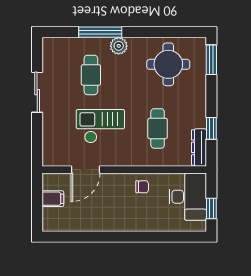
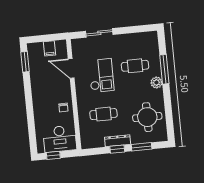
window: (211, 60) -> (142, 147), moved
sliding door: (37, 92) -> (99, 33), moved
window: (211, 128) -> (117, 149), moved
dresser: (199, 147) -> (118, 141), moved
window: (69, 237) -> (25, 62), added

